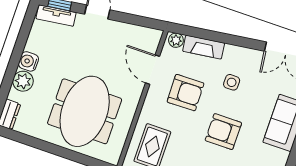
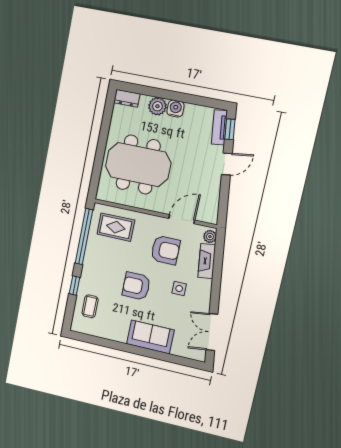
armchair: (186, 93) -> (165, 250), turned -89
armchair: (223, 132) -> (136, 286), turned -90

